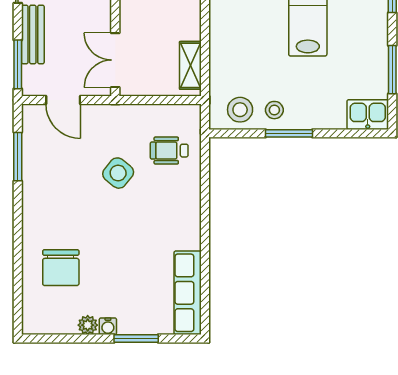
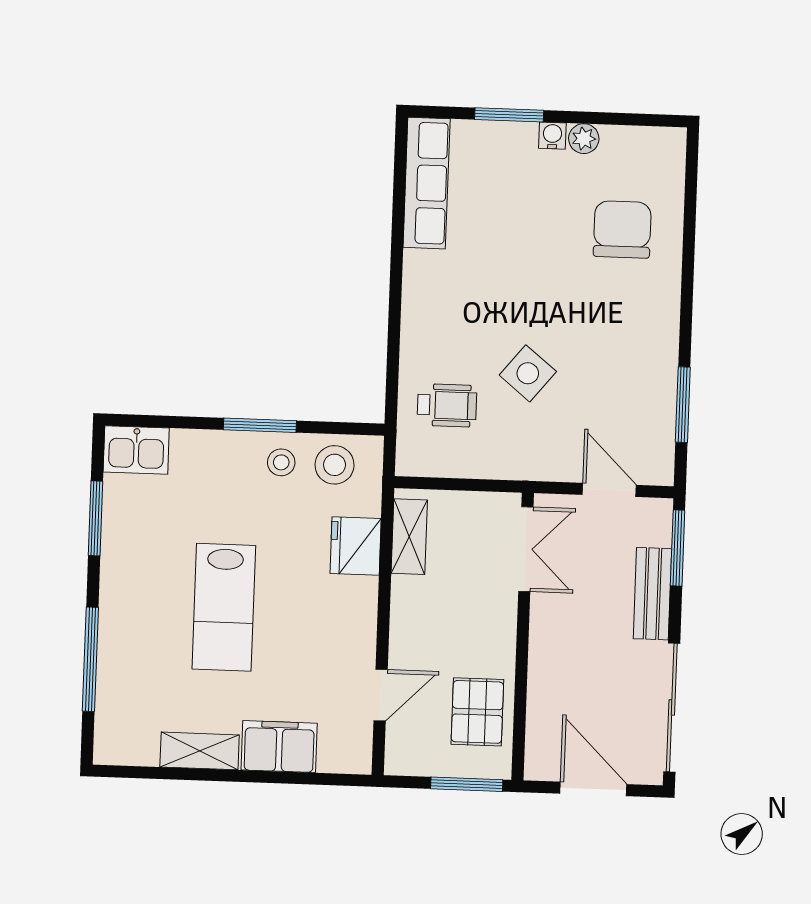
fridge: (225, 58) -> (356, 546), added

